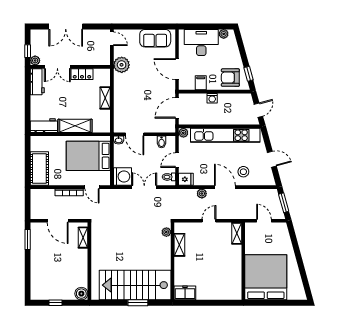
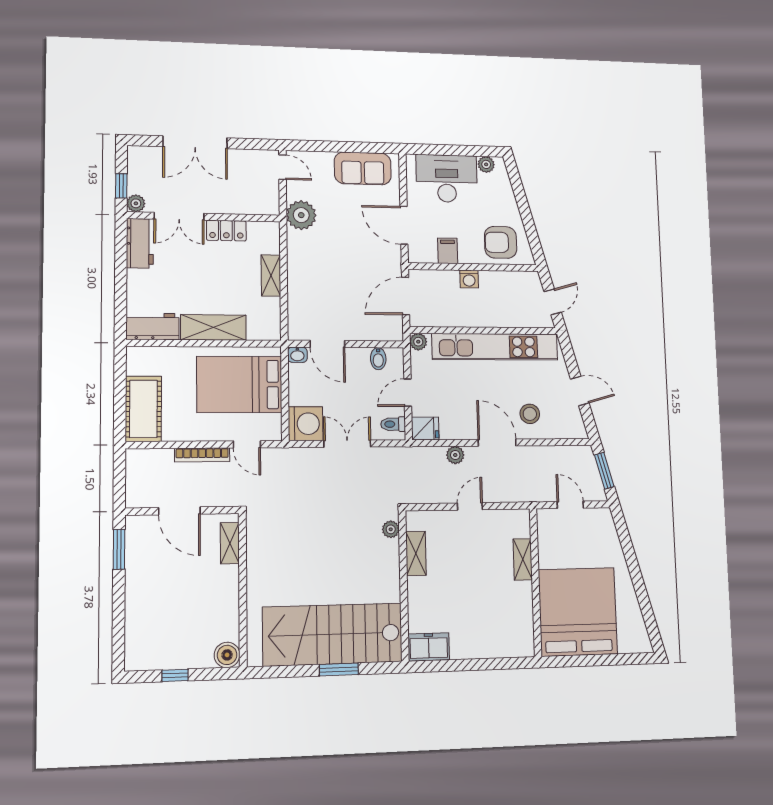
window: (249, 74) -> (533, 236), removed
shelving: (237, 233) -> (523, 559), moved

